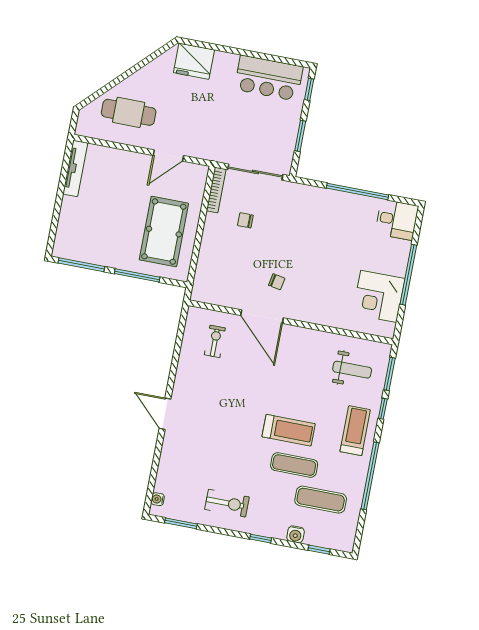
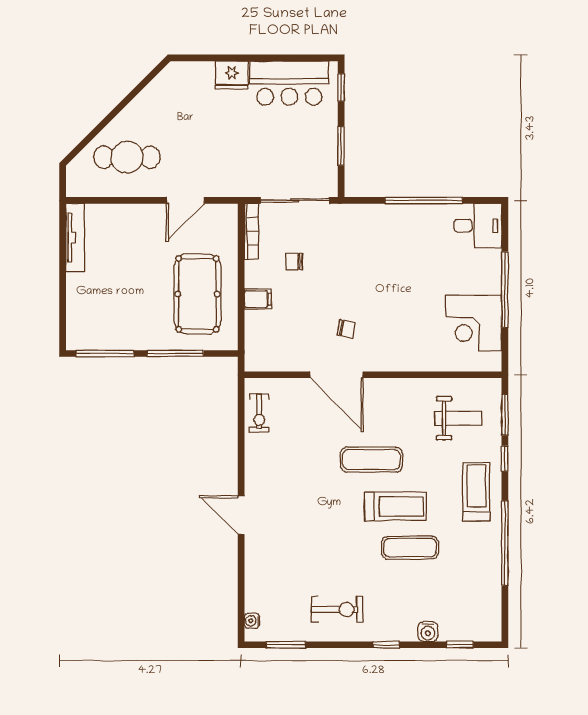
fridge: (194, 61) -> (232, 75), moved, width x0.73, depth x0.75
filing cabinet: (211, 245) -> (258, 299), added
exercise bike: (215, 341) -> (259, 413), moved, turned 180
exercise mat: (321, 500) -> (371, 460), moved

